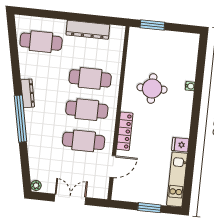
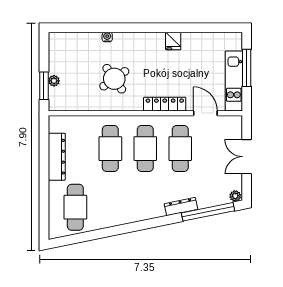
plant: (156, 34) -> (54, 81), added
round table: (152, 89) -> (114, 79), turned -35
dresser: (28, 93) -> (181, 207), moved
window: (21, 119) -> (208, 212), moved
kitchen unit: (177, 179) -> (234, 81), moved, turned 90
window: (149, 208) -> (247, 68), width x1.44

